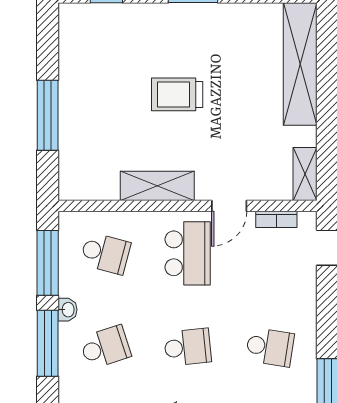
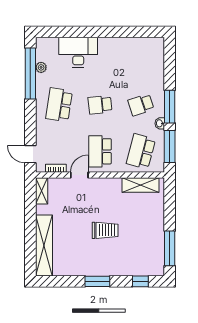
window: (48, 115) -> (170, 248), moved
shelving: (157, 186) -> (141, 185), moved
school desk: (105, 253) -> (141, 151), width x1.85
school desk: (270, 347) -> (59, 105), width x1.85

